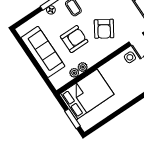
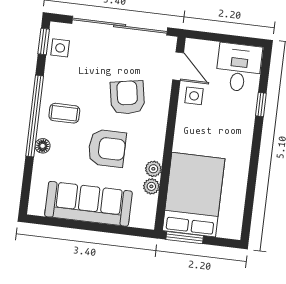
armchair: (104, 29) -> (127, 97), turned -132
armchair: (74, 39) -> (107, 148), turned 90
window: (72, 119) -> (185, 238), moved

